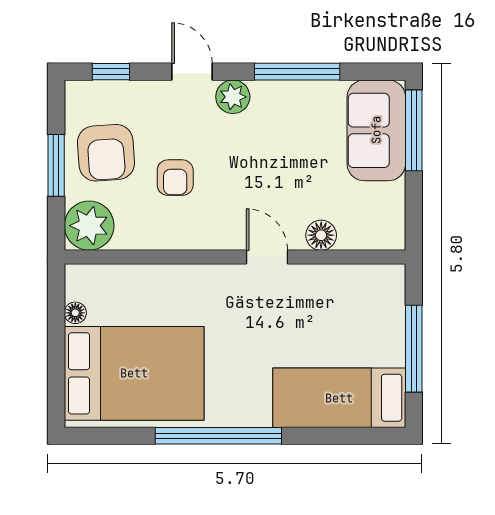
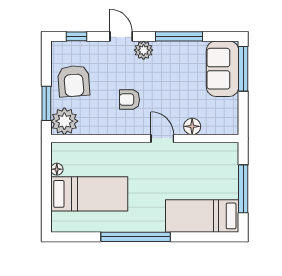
window: (56, 165) -> (46, 103), moved
armchair: (175, 178) -> (129, 100), moved, turned 90
bed: (134, 373) -> (89, 194), width x0.67

